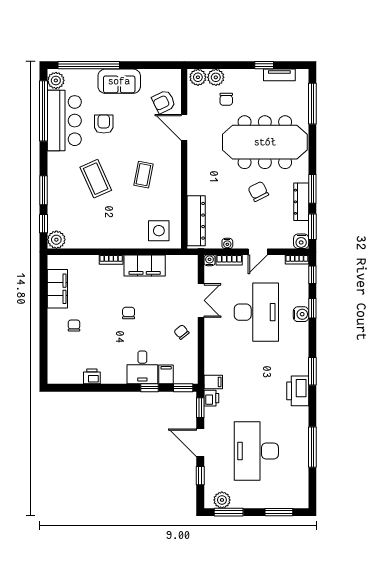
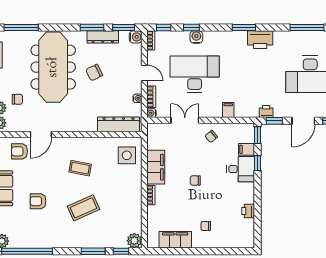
armchair: (164, 102) -> (19, 151), turned 116
bar counter: (64, 121) -> (35, 234), removed
filing cabinet: (213, 382) -> (228, 110), moved

